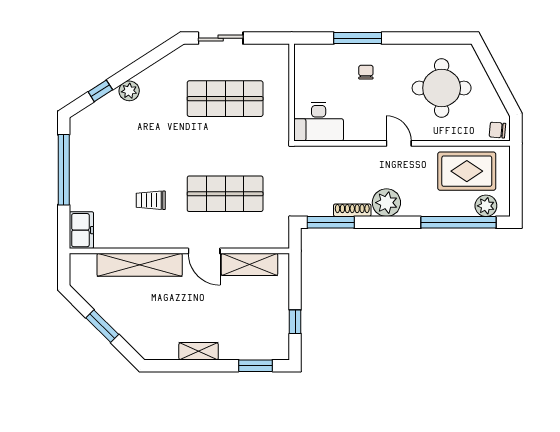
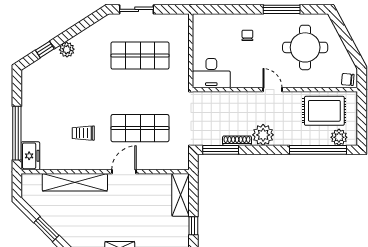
window: (358, 38) -> (282, 9), moved
window: (64, 170) -> (17, 133), moved
door: (204, 251) -> (124, 172), swing flipped
shelving: (250, 264) -> (180, 195), moved, turned 90

